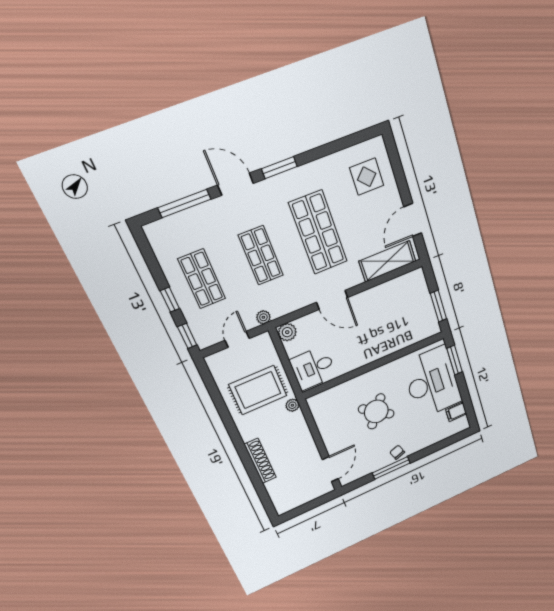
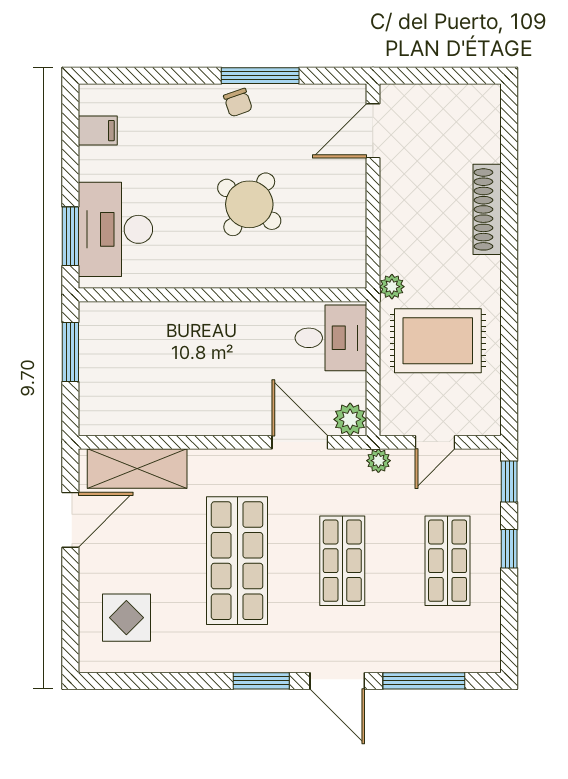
door: (332, 300) -> (300, 442), moved
desk: (432, 382) -> (115, 229), width x0.73, depth x0.77

